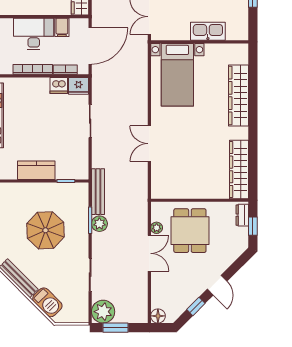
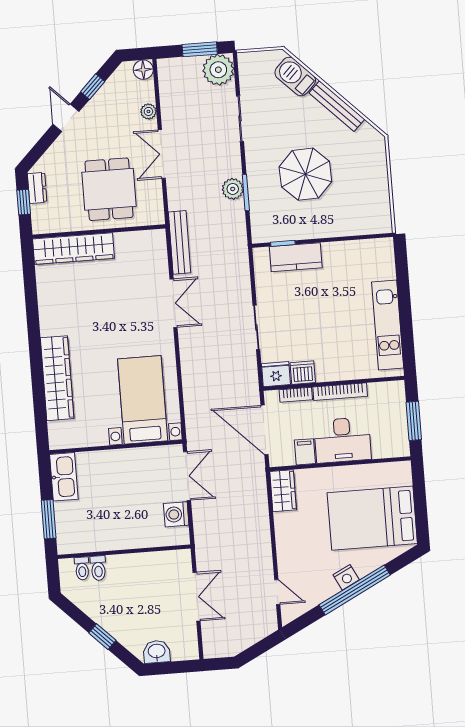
kitchen sink: (208, 31) -> (64, 477), moved, turned -90
door: (90, 46) -> (264, 430), hinge flipped
wardrobe: (239, 169) -> (74, 249), moved, turned 90
kitchen counter: (36, 170) -> (296, 257), moved
bench: (98, 192) -> (179, 242), moved
dresser: (242, 215) -> (37, 188), moved
plant: (157, 228) -> (148, 111), moved

